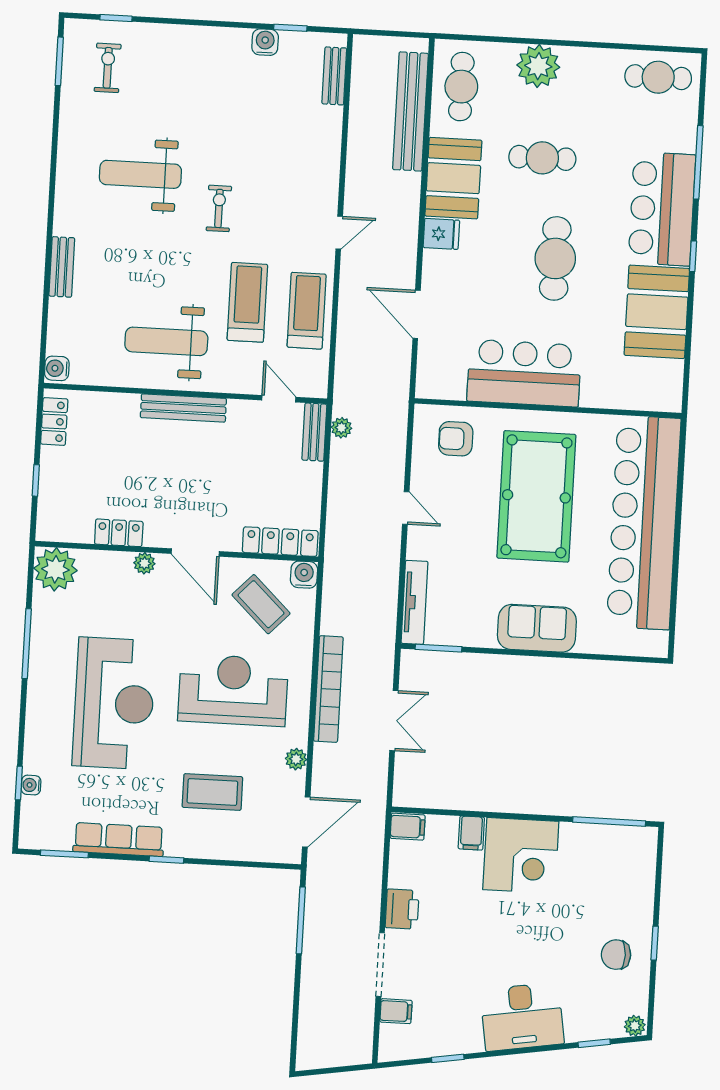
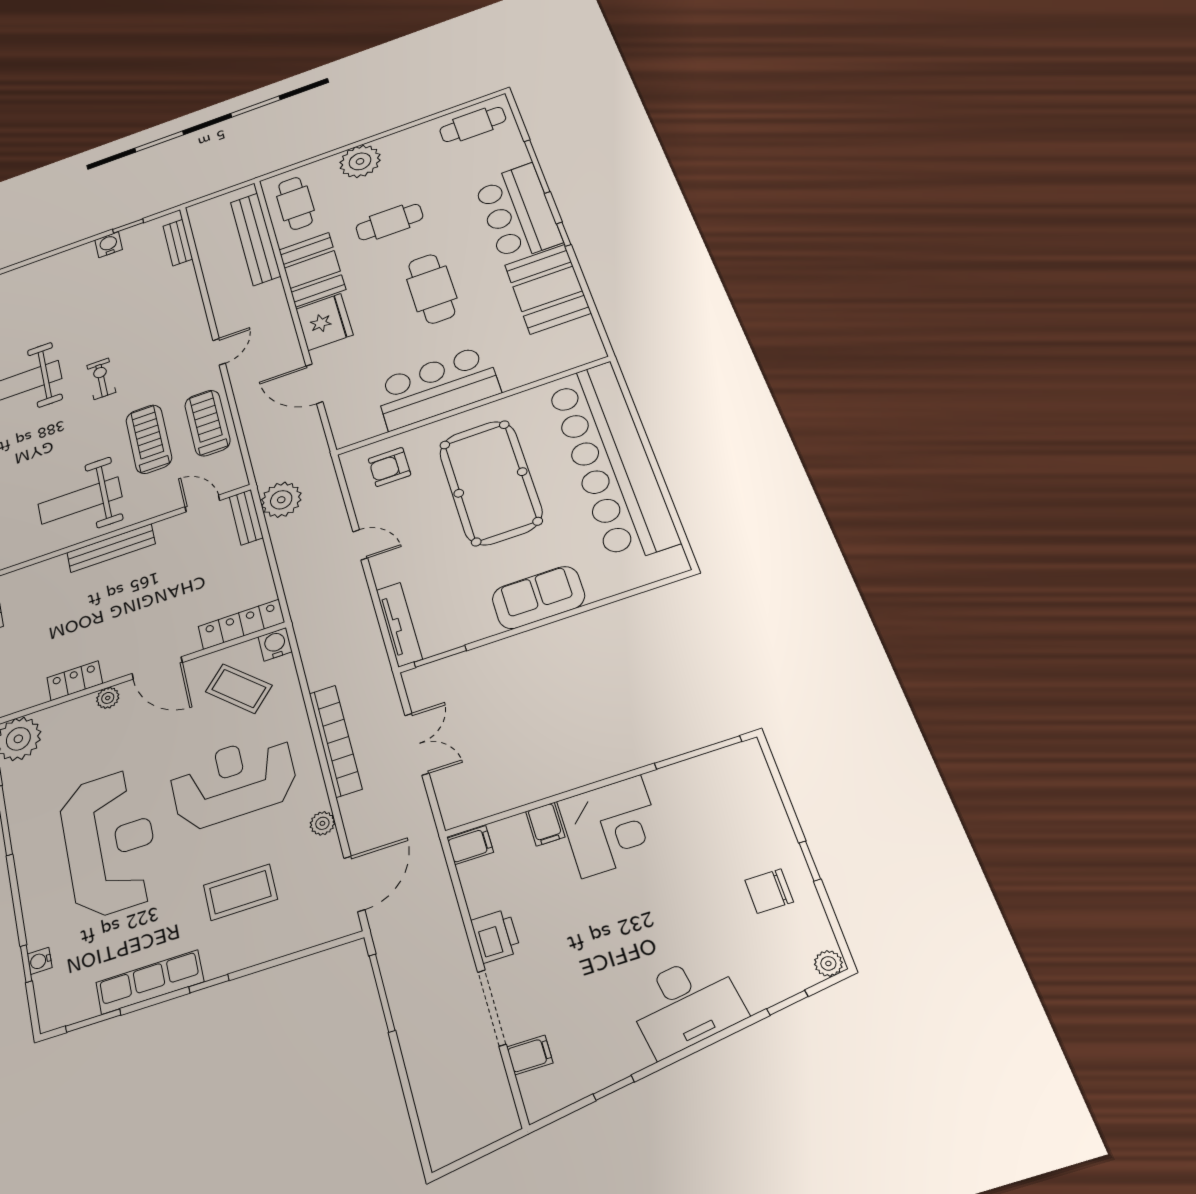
fridge: (441, 234) -> (324, 322), width x1.88, depth x1.34
plant: (341, 428) -> (281, 500), width x1.87, depth x1.87

